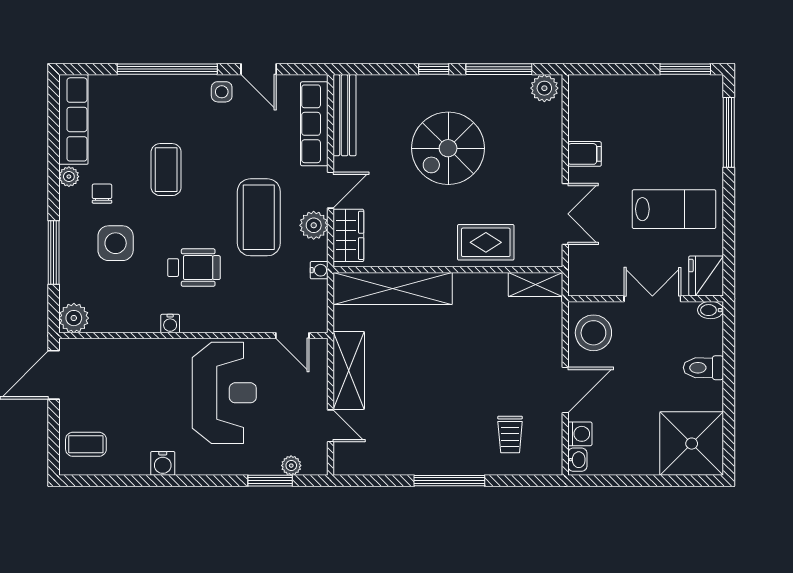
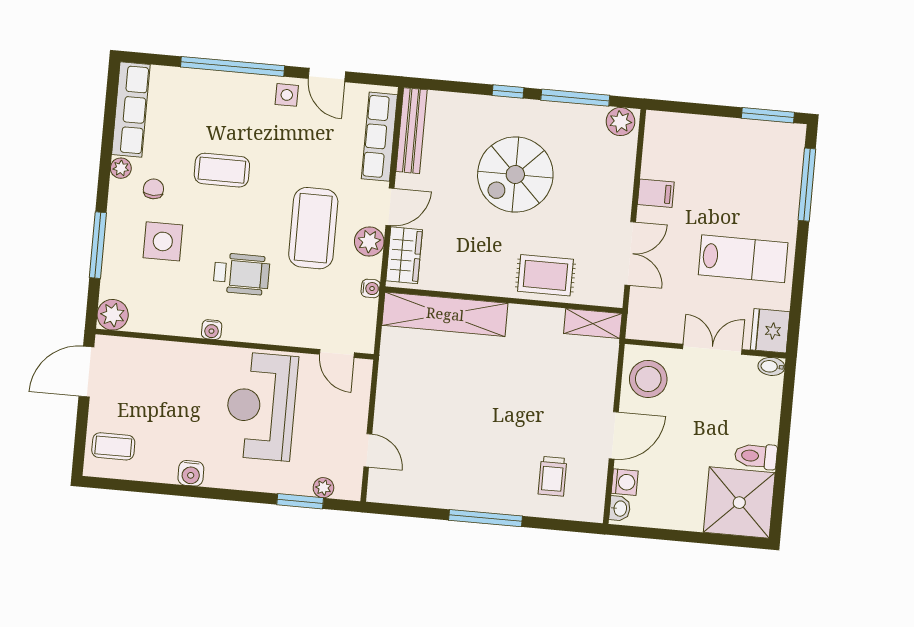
coffee table: (166, 170) -> (222, 170), turned 90
toilet: (703, 368) -> (756, 456), moved
shelving: (349, 370) -> (392, 395), removed
reception desk: (224, 393) -> (261, 406), turned 180

